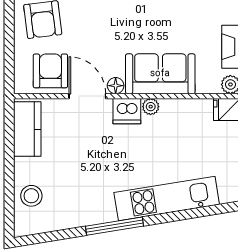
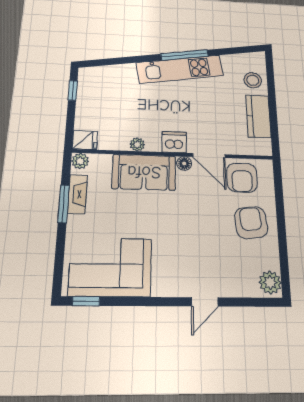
plant: (151, 107) -> (137, 144), moved
kitchen counter: (27, 129) -> (258, 116), moved
kitchen unit: (167, 199) -> (180, 69), moved

